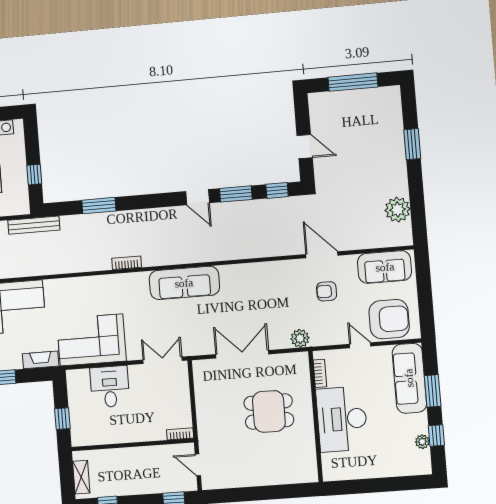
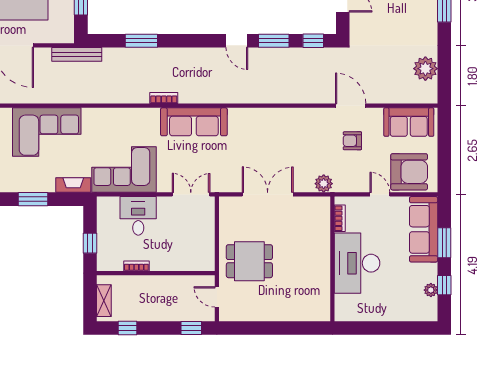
sofa: (184, 283) -> (194, 122), moved
dining table: (269, 411) -> (249, 261), moved
bookcase: (180, 434) -> (136, 266), moved

